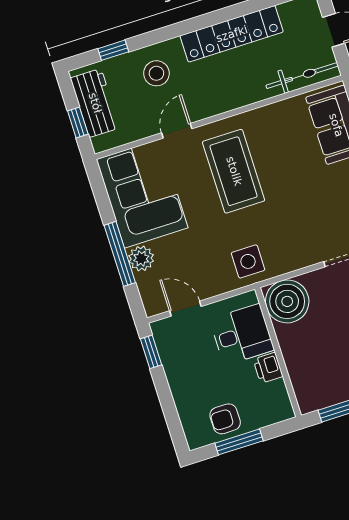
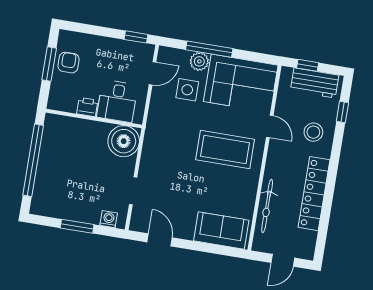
bicycle: (302, 76) -> (267, 206), moved
side table: (248, 261) -> (187, 90), moved

